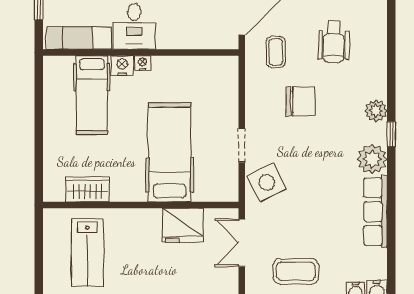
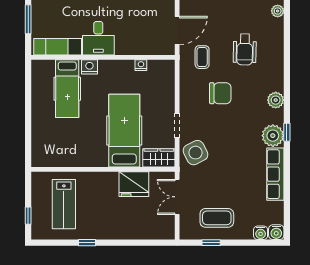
nightstand: (143, 63) -> (141, 65), moved
window: (391, 134) -> (287, 132), moved
wardrobe: (88, 189) -> (159, 158), moved
window: (39, 268) -> (28, 216), added

